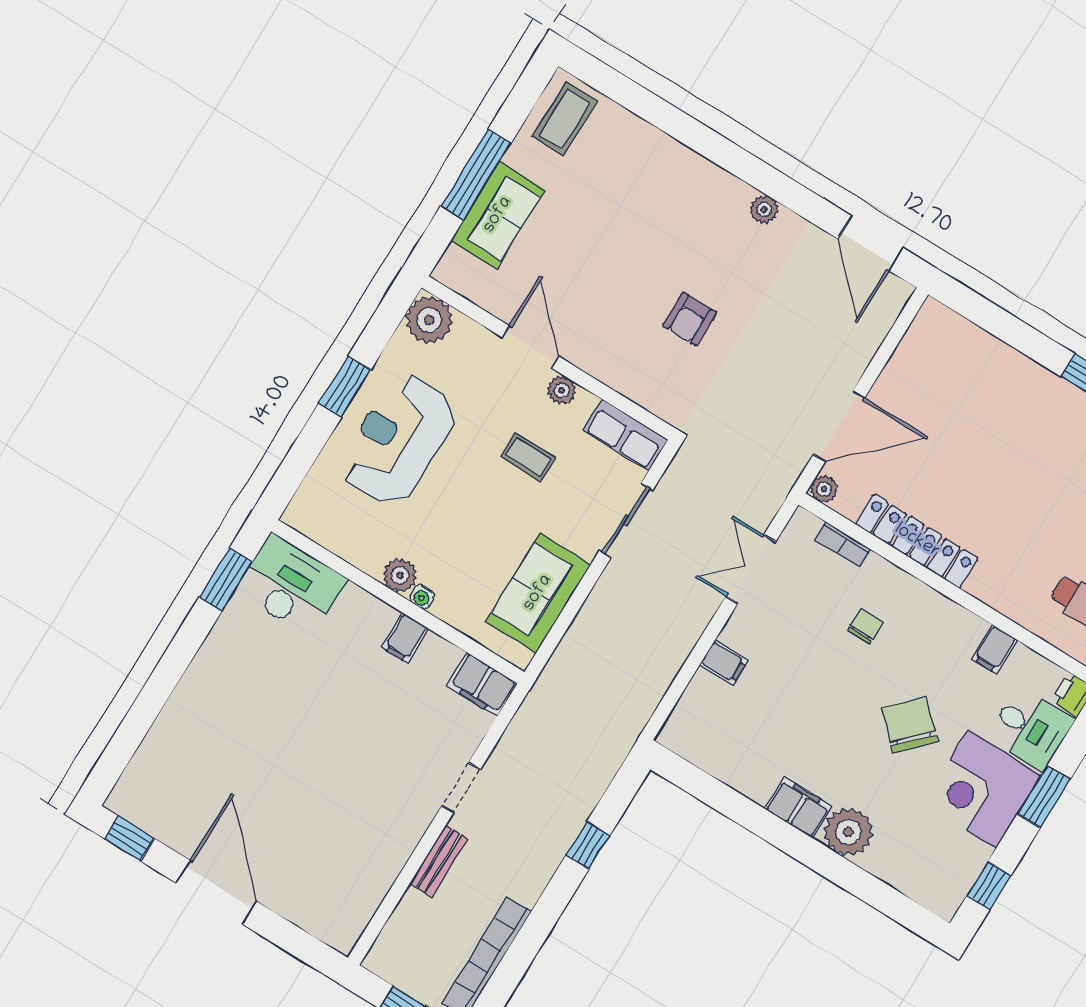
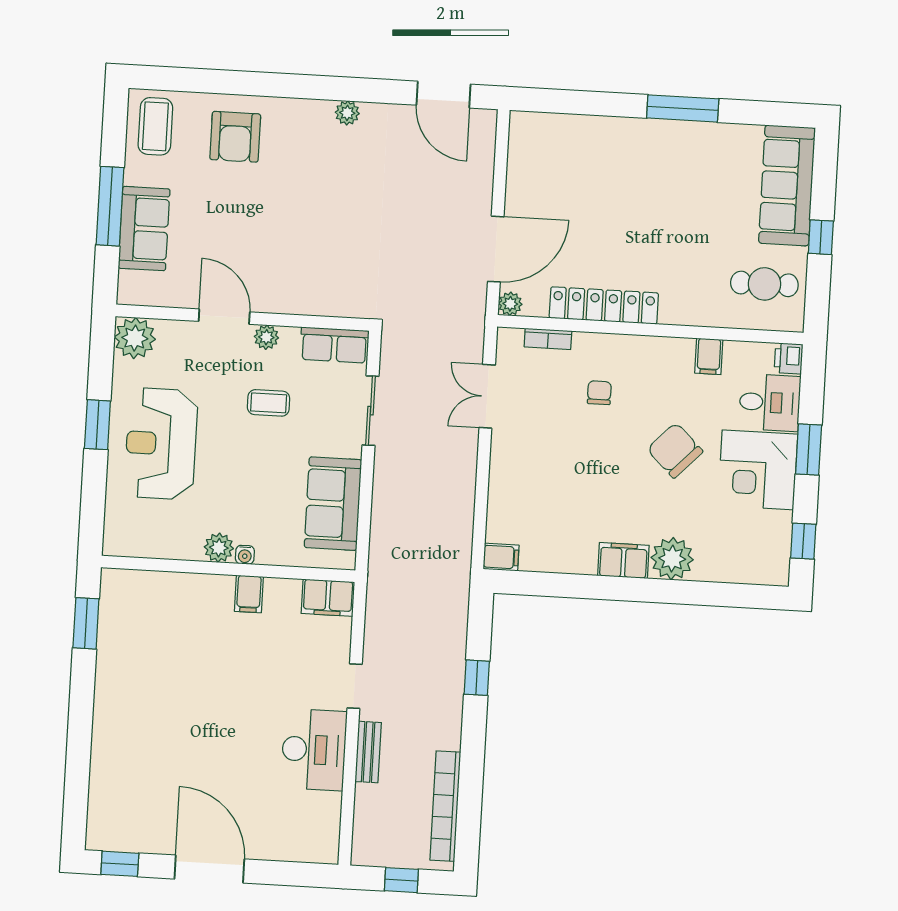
armchair: (690, 319) -> (235, 137), moved, width x1.38, depth x1.38
desk: (291, 585) -> (314, 750), moved, turned 90
filing cabinet: (724, 663) -> (501, 557), moved

